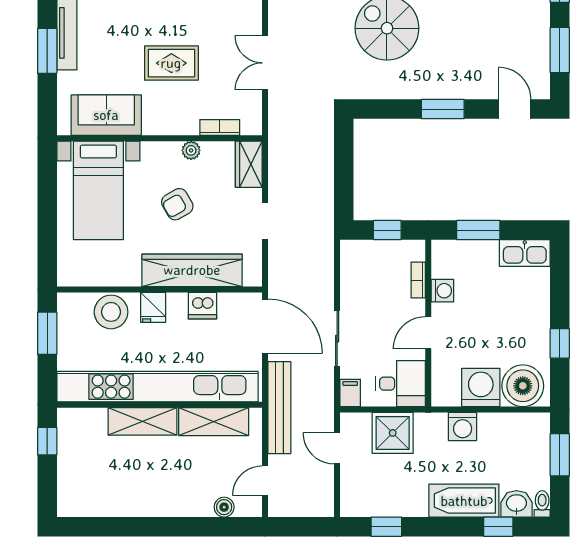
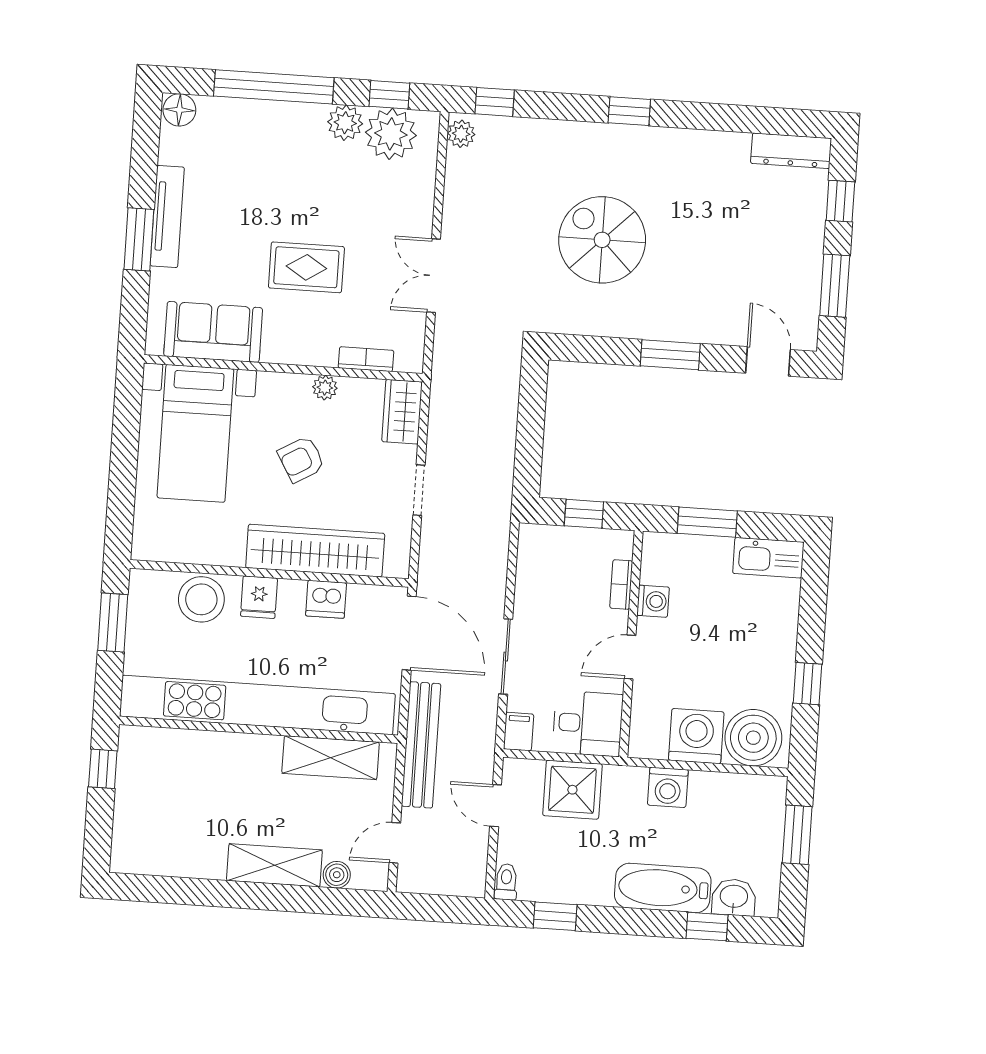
shelving: (142, 421) -> (274, 865), moved
toilet: (542, 504) -> (506, 882), moved

